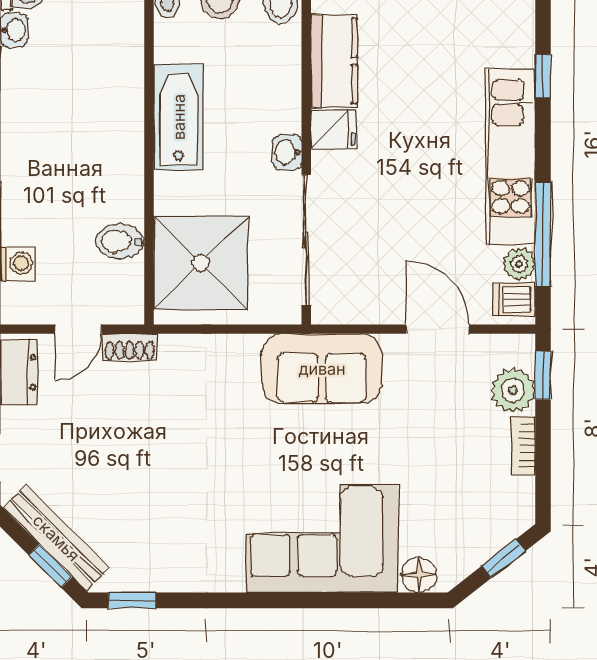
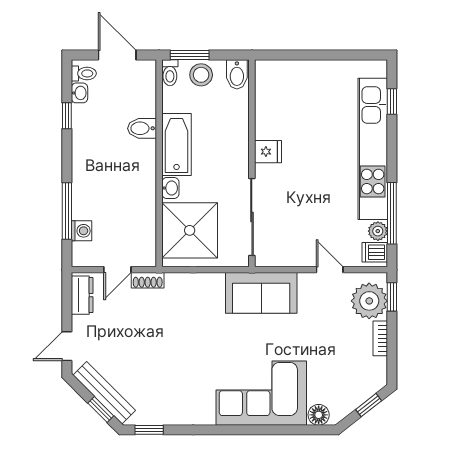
kitchen counter: (334, 61) -> (268, 111), removed
window: (543, 76) -> (392, 101), moved
washbasin: (287, 152) -> (170, 188), moved, turned 180
kitchen unit: (510, 157) -> (373, 149), width x1.36
bidet: (120, 241) -> (142, 128), moved
door: (438, 329) -> (330, 270), width x0.73
plant: (513, 390) -> (369, 301), width x1.36, depth x1.36

